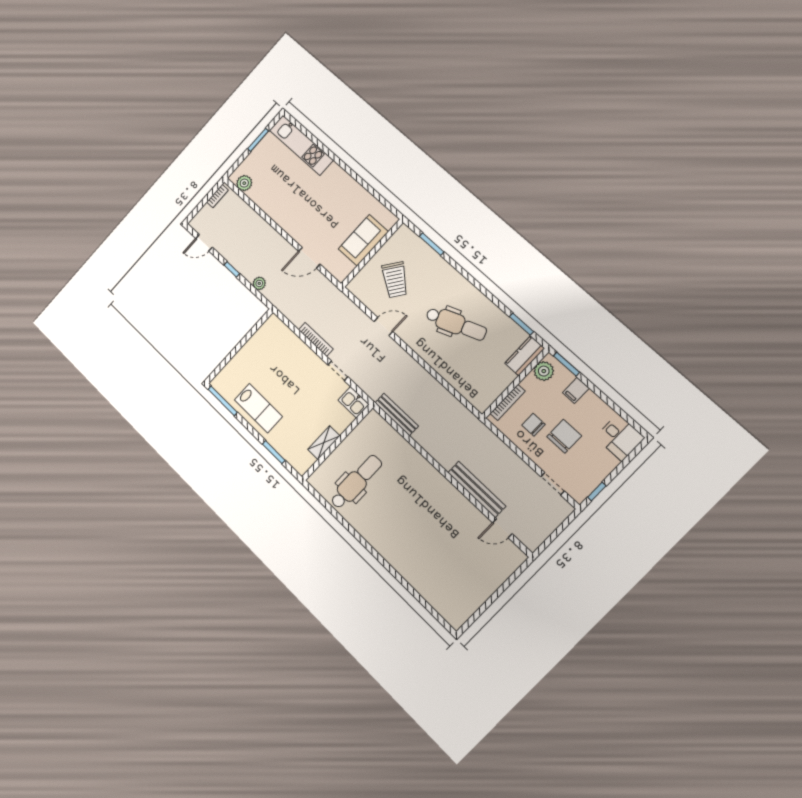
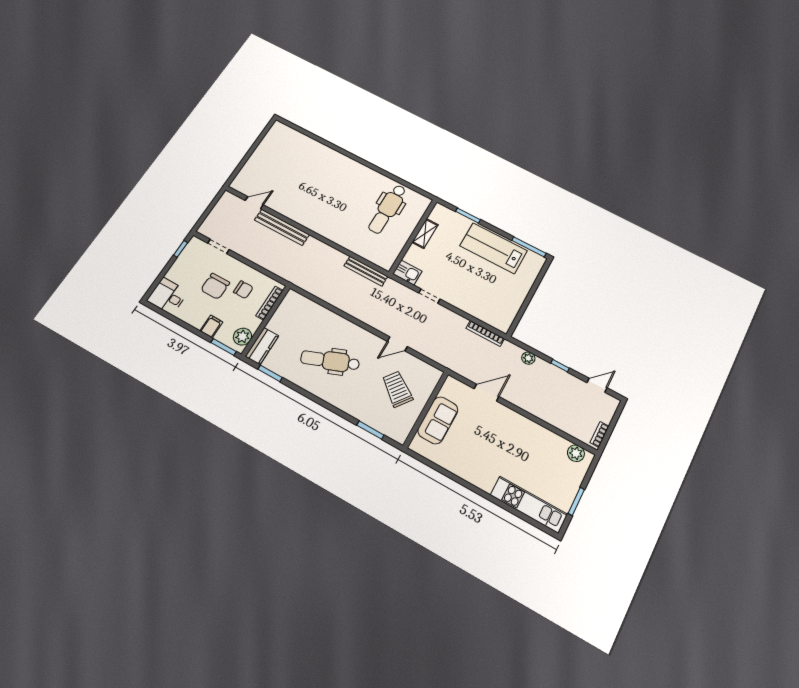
bookcase: (316, 339) -> (485, 333), moved
lab bench: (258, 408) -> (494, 248), width x1.36, depth x1.39

